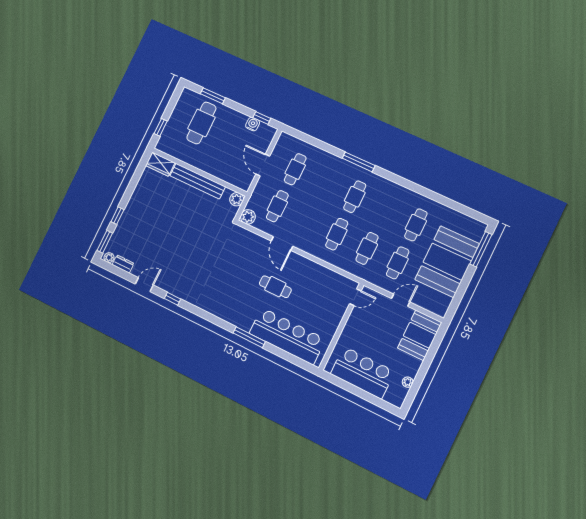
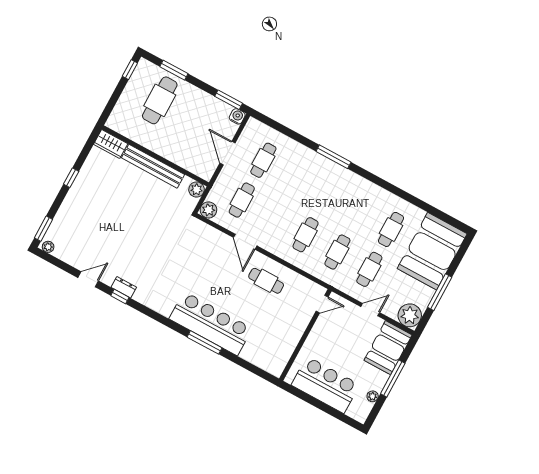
window: (262, 118) -> (229, 100), width x1.50
water cooler: (253, 124) -> (237, 116), moved
window: (161, 127) -> (130, 70), moved
cafe table: (355, 197) -> (327, 195), removed
window: (117, 216) -> (71, 178), moved
window: (481, 249) -> (440, 292), moved
booth: (447, 262) -> (432, 251), moved
dresser: (123, 264) -> (124, 287), moved
cafe table: (275, 287) -> (266, 281), moved
plant: (438, 304) -> (410, 315), added
bar counter: (287, 336) -> (211, 323), moved
window: (426, 364) -> (393, 378), added

